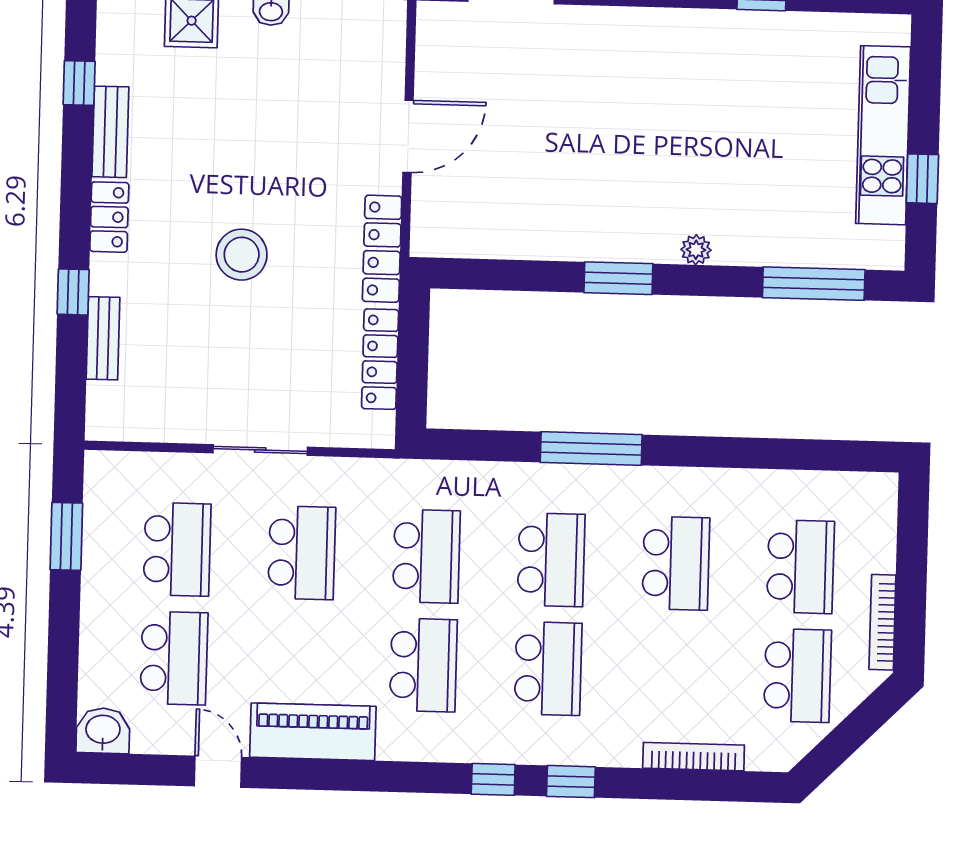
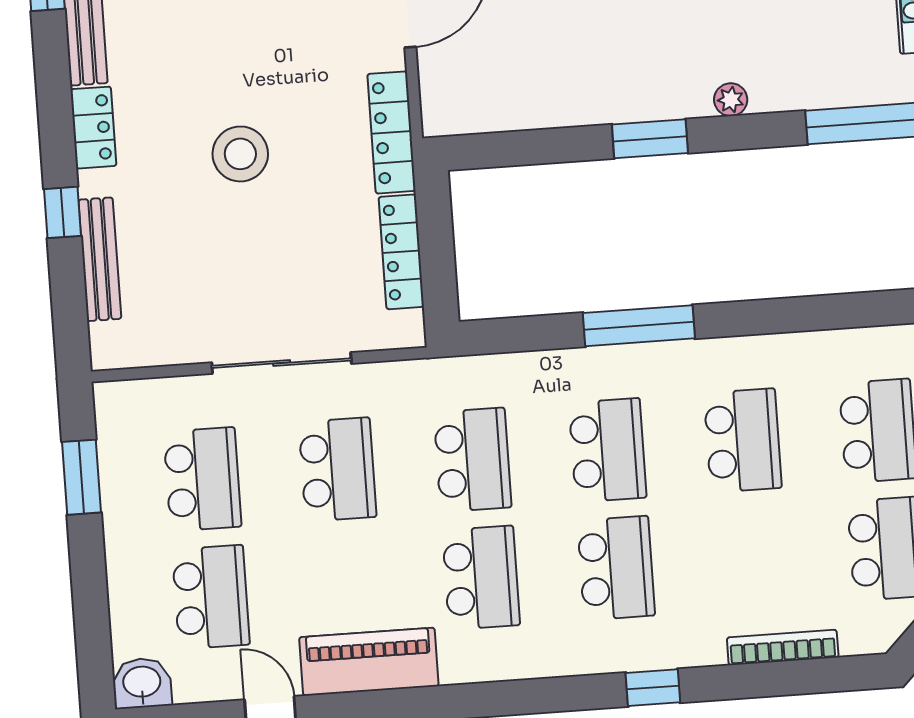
bench: (103, 338) -> (100, 259), width x1.36
sliding door: (260, 450) -> (282, 363), width x1.37
window: (493, 779) -> (569, 694), removed

